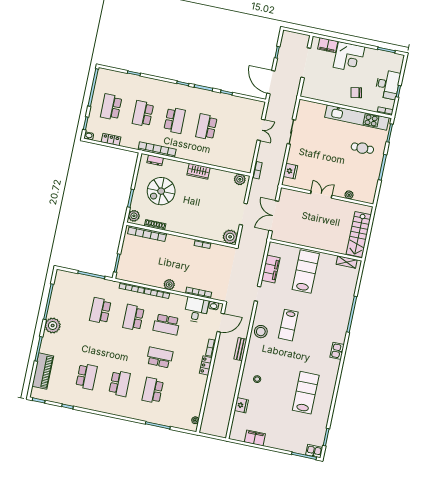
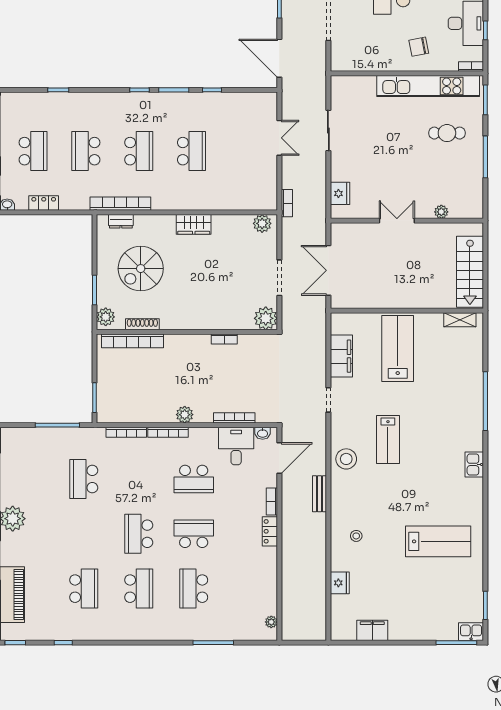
school desk: (111, 107) -> (33, 151), turned 180
school desk: (206, 127) -> (191, 151), turned 180
school desk: (133, 318) -> (139, 534), moved
lab bench: (306, 393) -> (438, 541), turned 90

